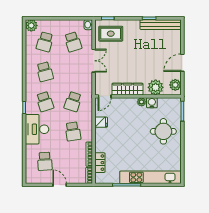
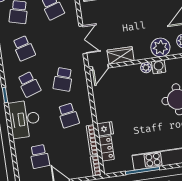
double door: (94, 61) -> (83, 40), moved
wardrobe: (127, 89) -> (121, 55), width x0.67
fridge: (101, 122) -> (105, 129), moved

